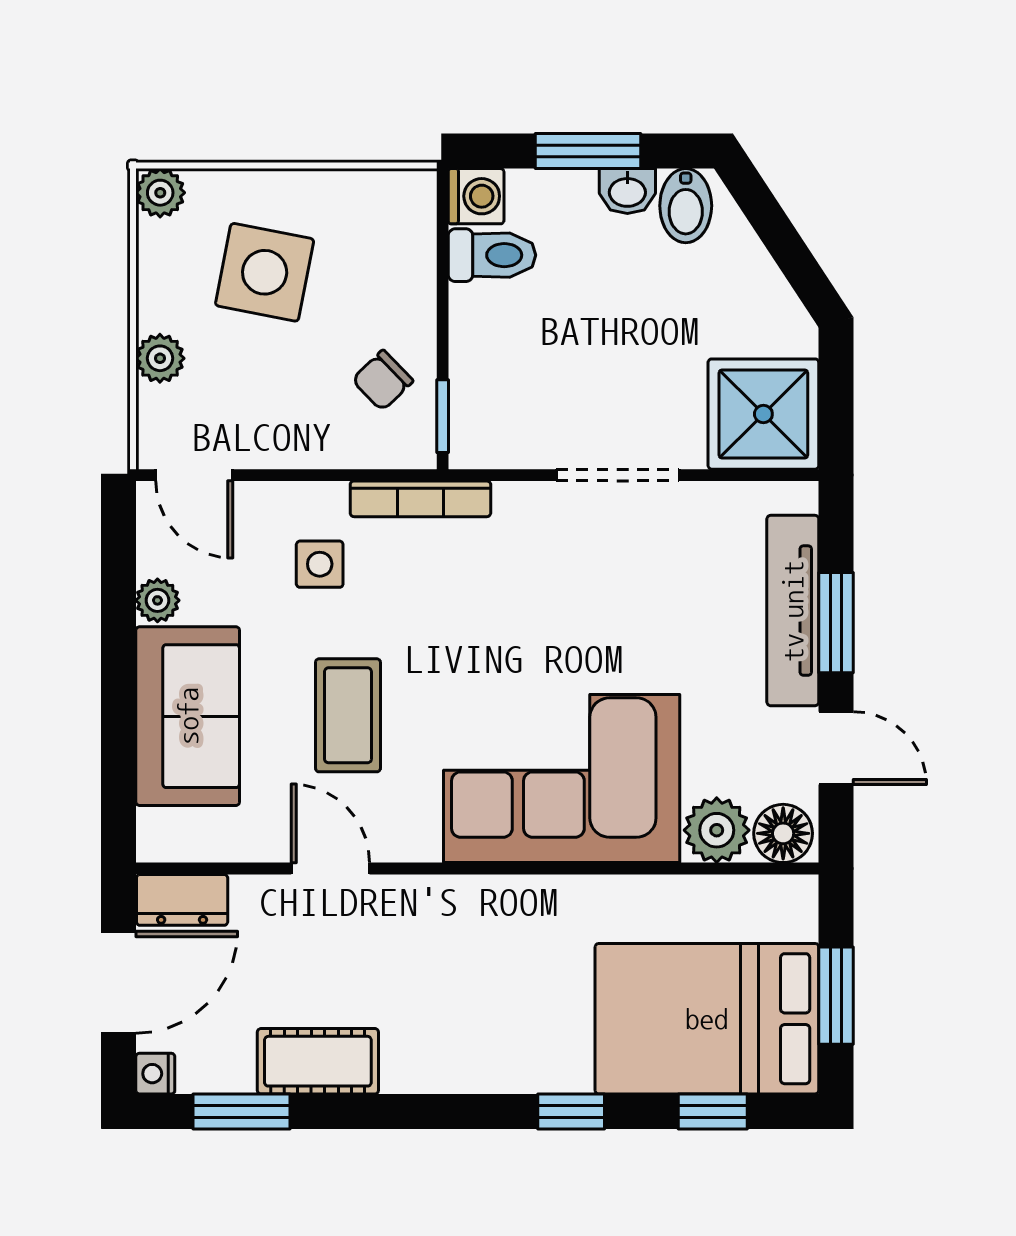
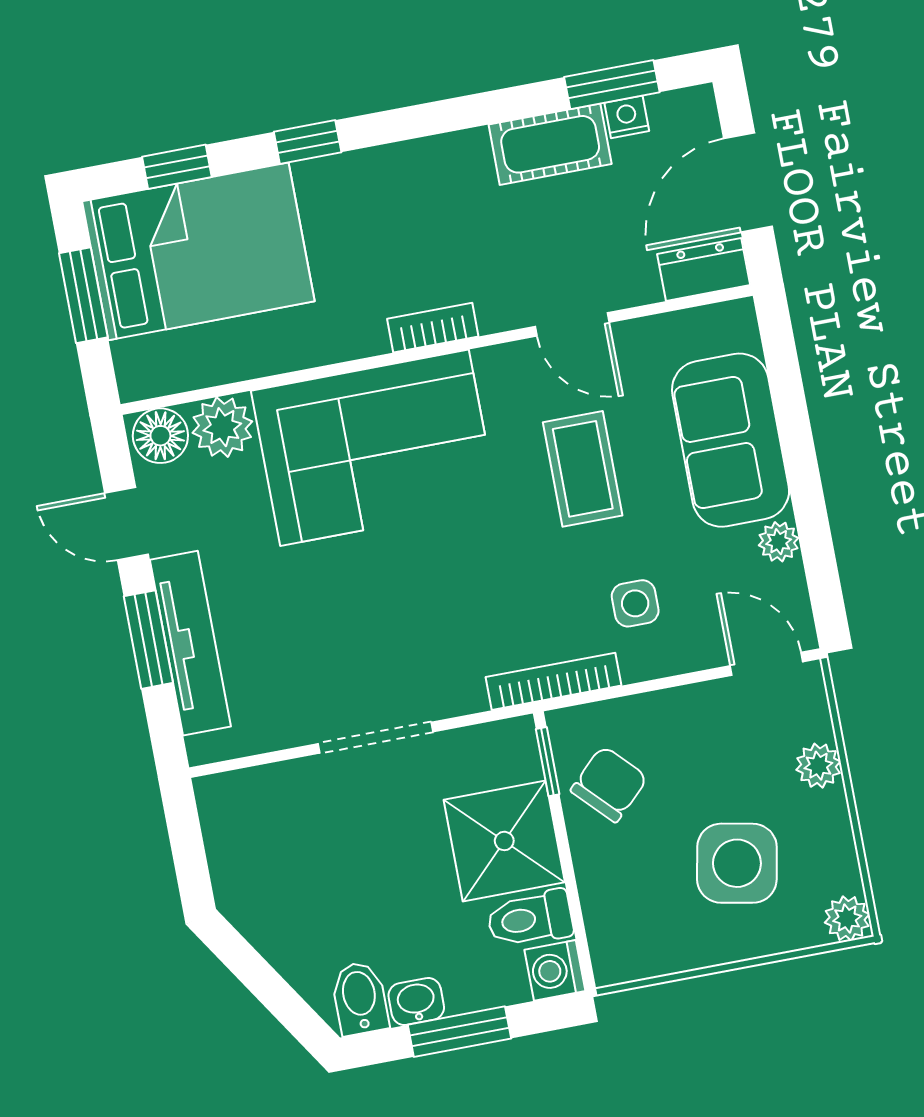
chair: (383, 380) -> (609, 784), width x1.37, depth x1.37
shower: (763, 414) -> (504, 841), moved
bookcase: (477, 893) -> (433, 328), added
nightstand: (155, 1074) -> (627, 117), moved, turned -90

